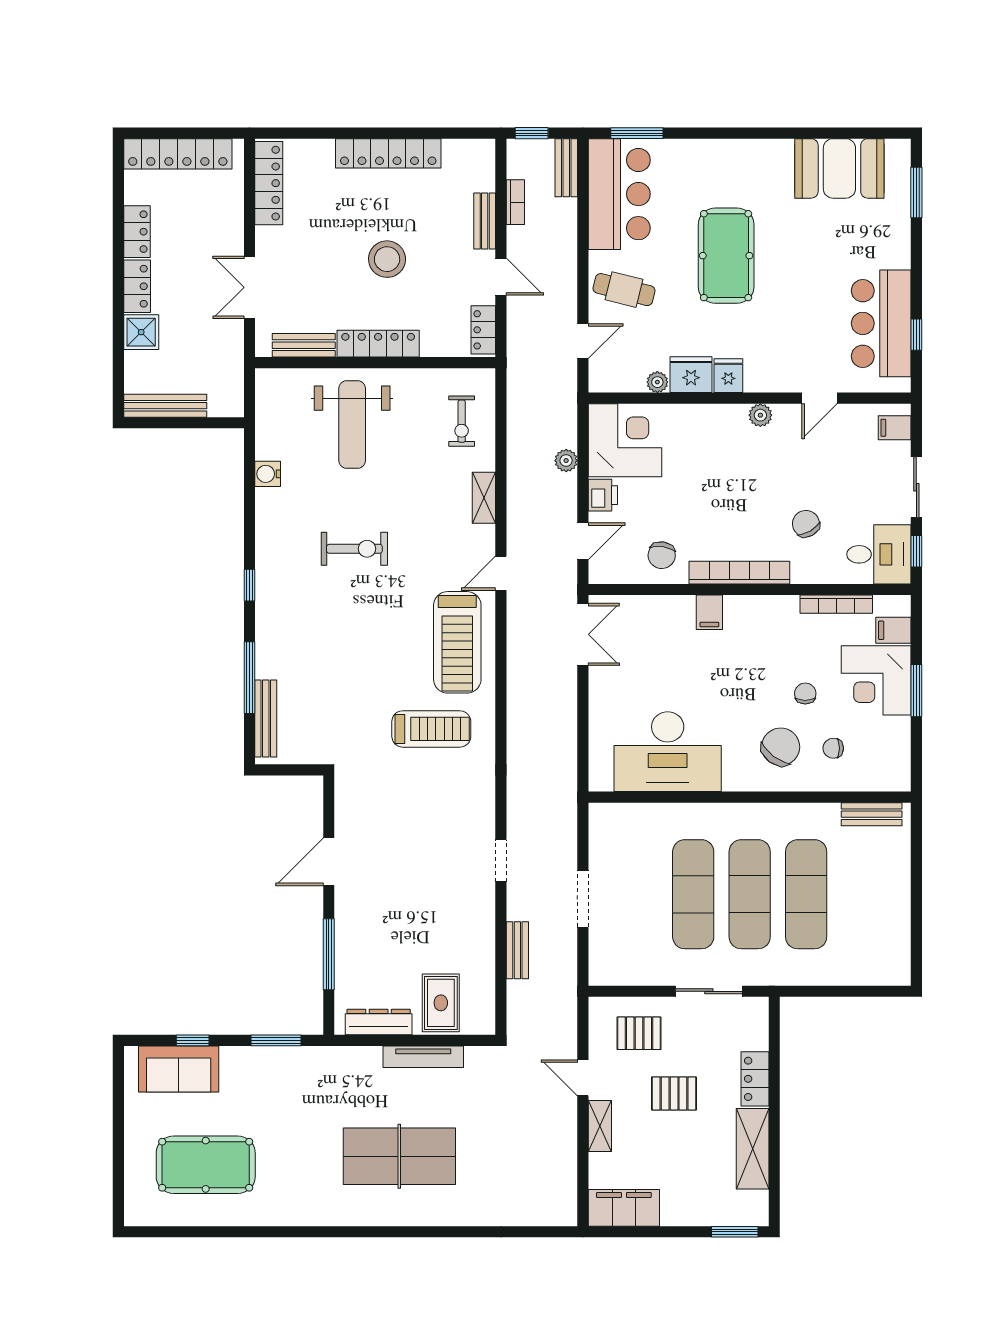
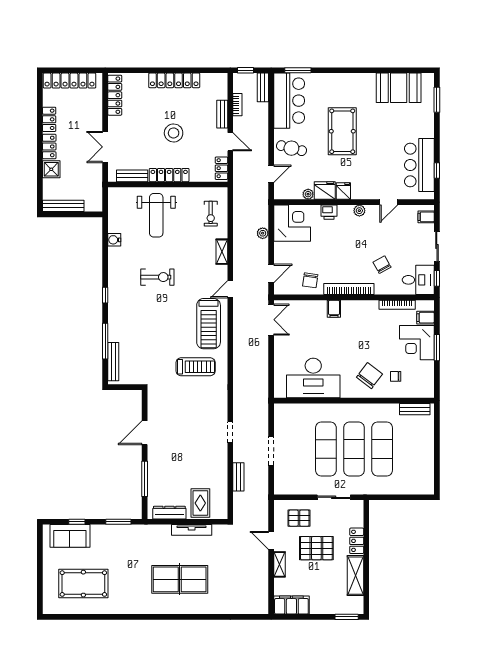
printer: (603, 495) -> (329, 212), moved, turned 90
chair: (805, 693) -> (382, 349), removed
pallet: (674, 1093) -> (316, 548), width x1.50, depth x1.42

